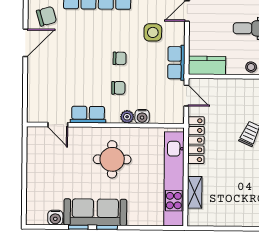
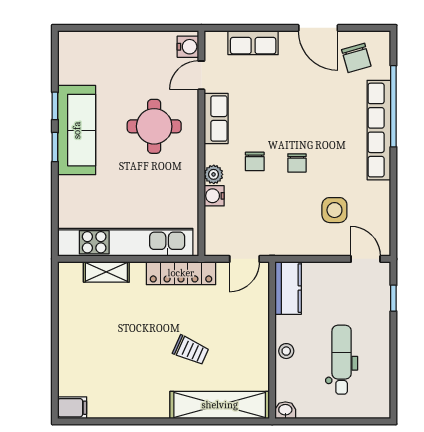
row of seats: (176, 63) -> (253, 43), moved, turned 180
round table: (112, 159) -> (154, 126), moved
water cooler: (55, 218) -> (188, 47), moved, turned 180

